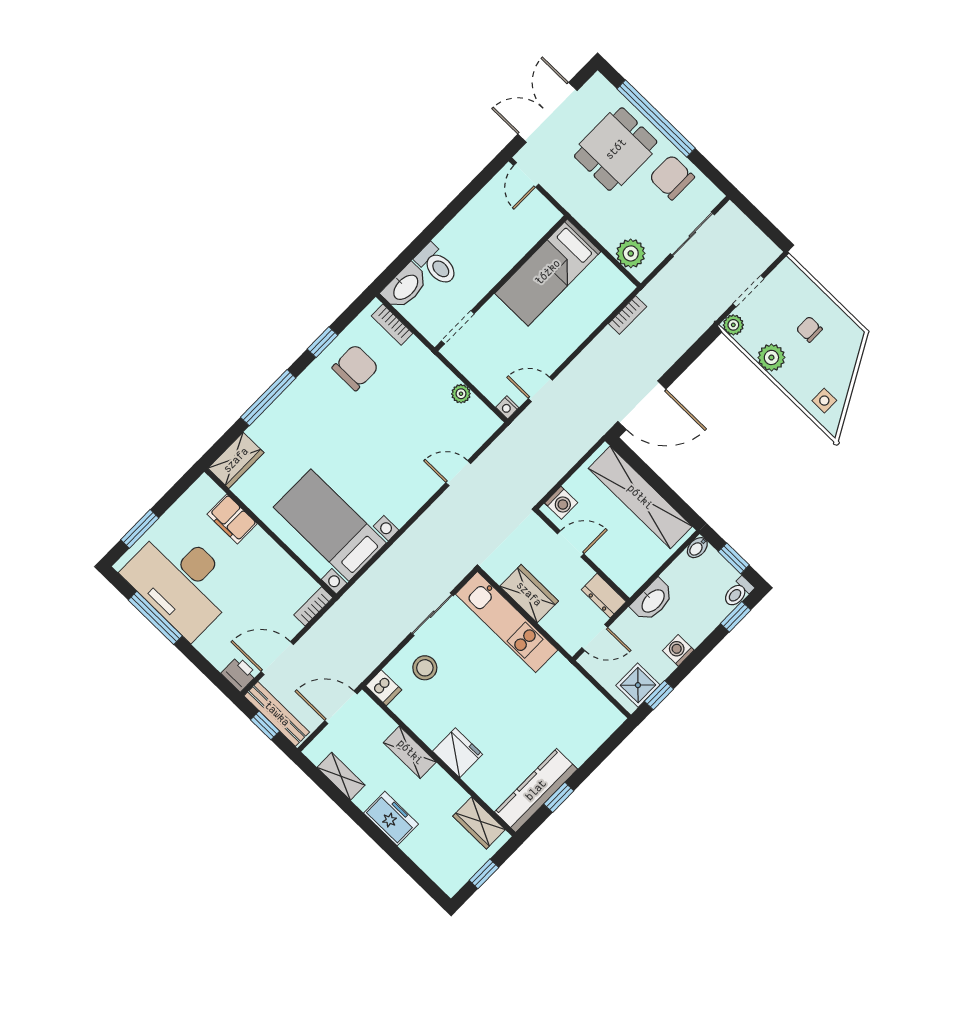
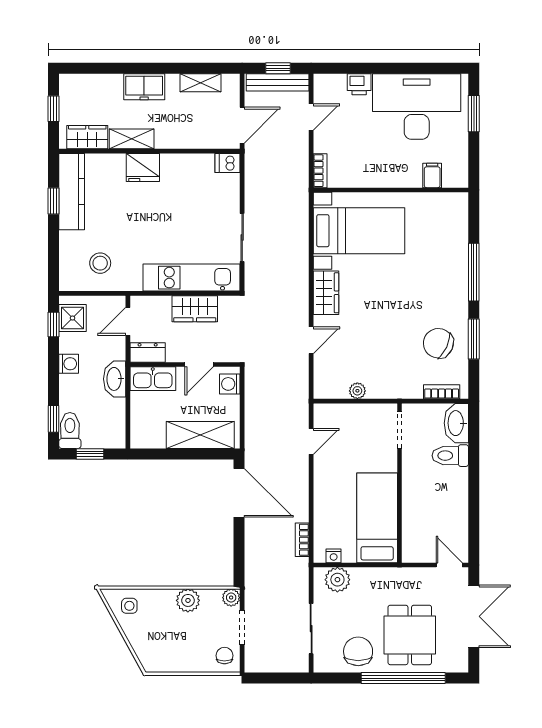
chair: (672, 177) -> (358, 651), turned -90
chair: (809, 329) -> (224, 656), moved, turned -90
window: (322, 342) -> (474, 339), width x1.50
chair: (355, 367) -> (438, 343), turned 115
door: (642, 405) -> (239, 493), swing flipped
nightstand: (507, 407) -> (334, 556), moved, turned 180
wardrobe: (236, 460) -> (326, 293), moved, turned 180
shelving: (640, 497) -> (200, 435), width x0.68
filing cabinet: (232, 519) -> (432, 175), width x0.50
bidet: (697, 548) -> (119, 439), removed
kitchen sink: (621, 570) -> (153, 379), added
toilet: (738, 592) -> (70, 431), width x1.37, depth x1.39
window: (155, 618) -> (410, 68), removed
door: (277, 658) -> (311, 117), width x0.73
stool: (425, 668) -> (100, 263), moved
printer: (239, 674) -> (359, 84), moved
shelving: (410, 752) -> (132, 139), moved

